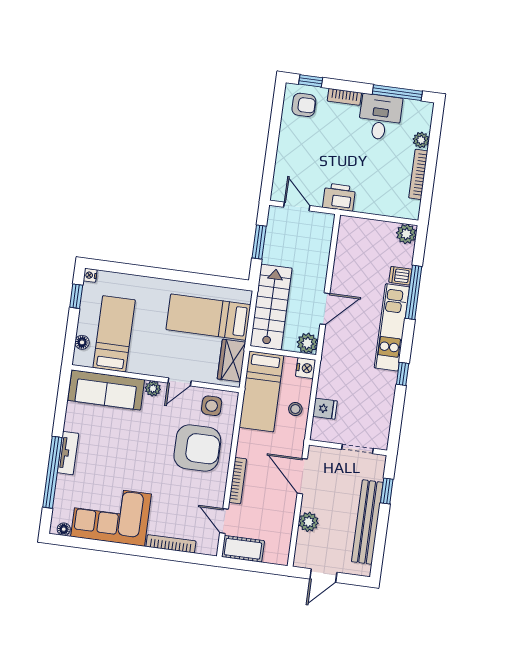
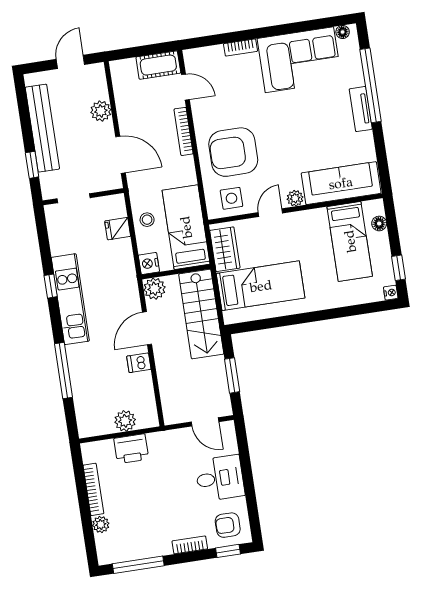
desk: (380, 117) -> (220, 478), moved, turned -90
printer: (339, 197) -> (131, 449), moved
plant: (406, 234) -> (125, 421), moved
dishwasher: (400, 276) -> (139, 363), moved, turned 180
kitchen unit: (392, 327) -> (70, 299), moved
bookcase: (171, 544) -> (241, 47), width x0.64

